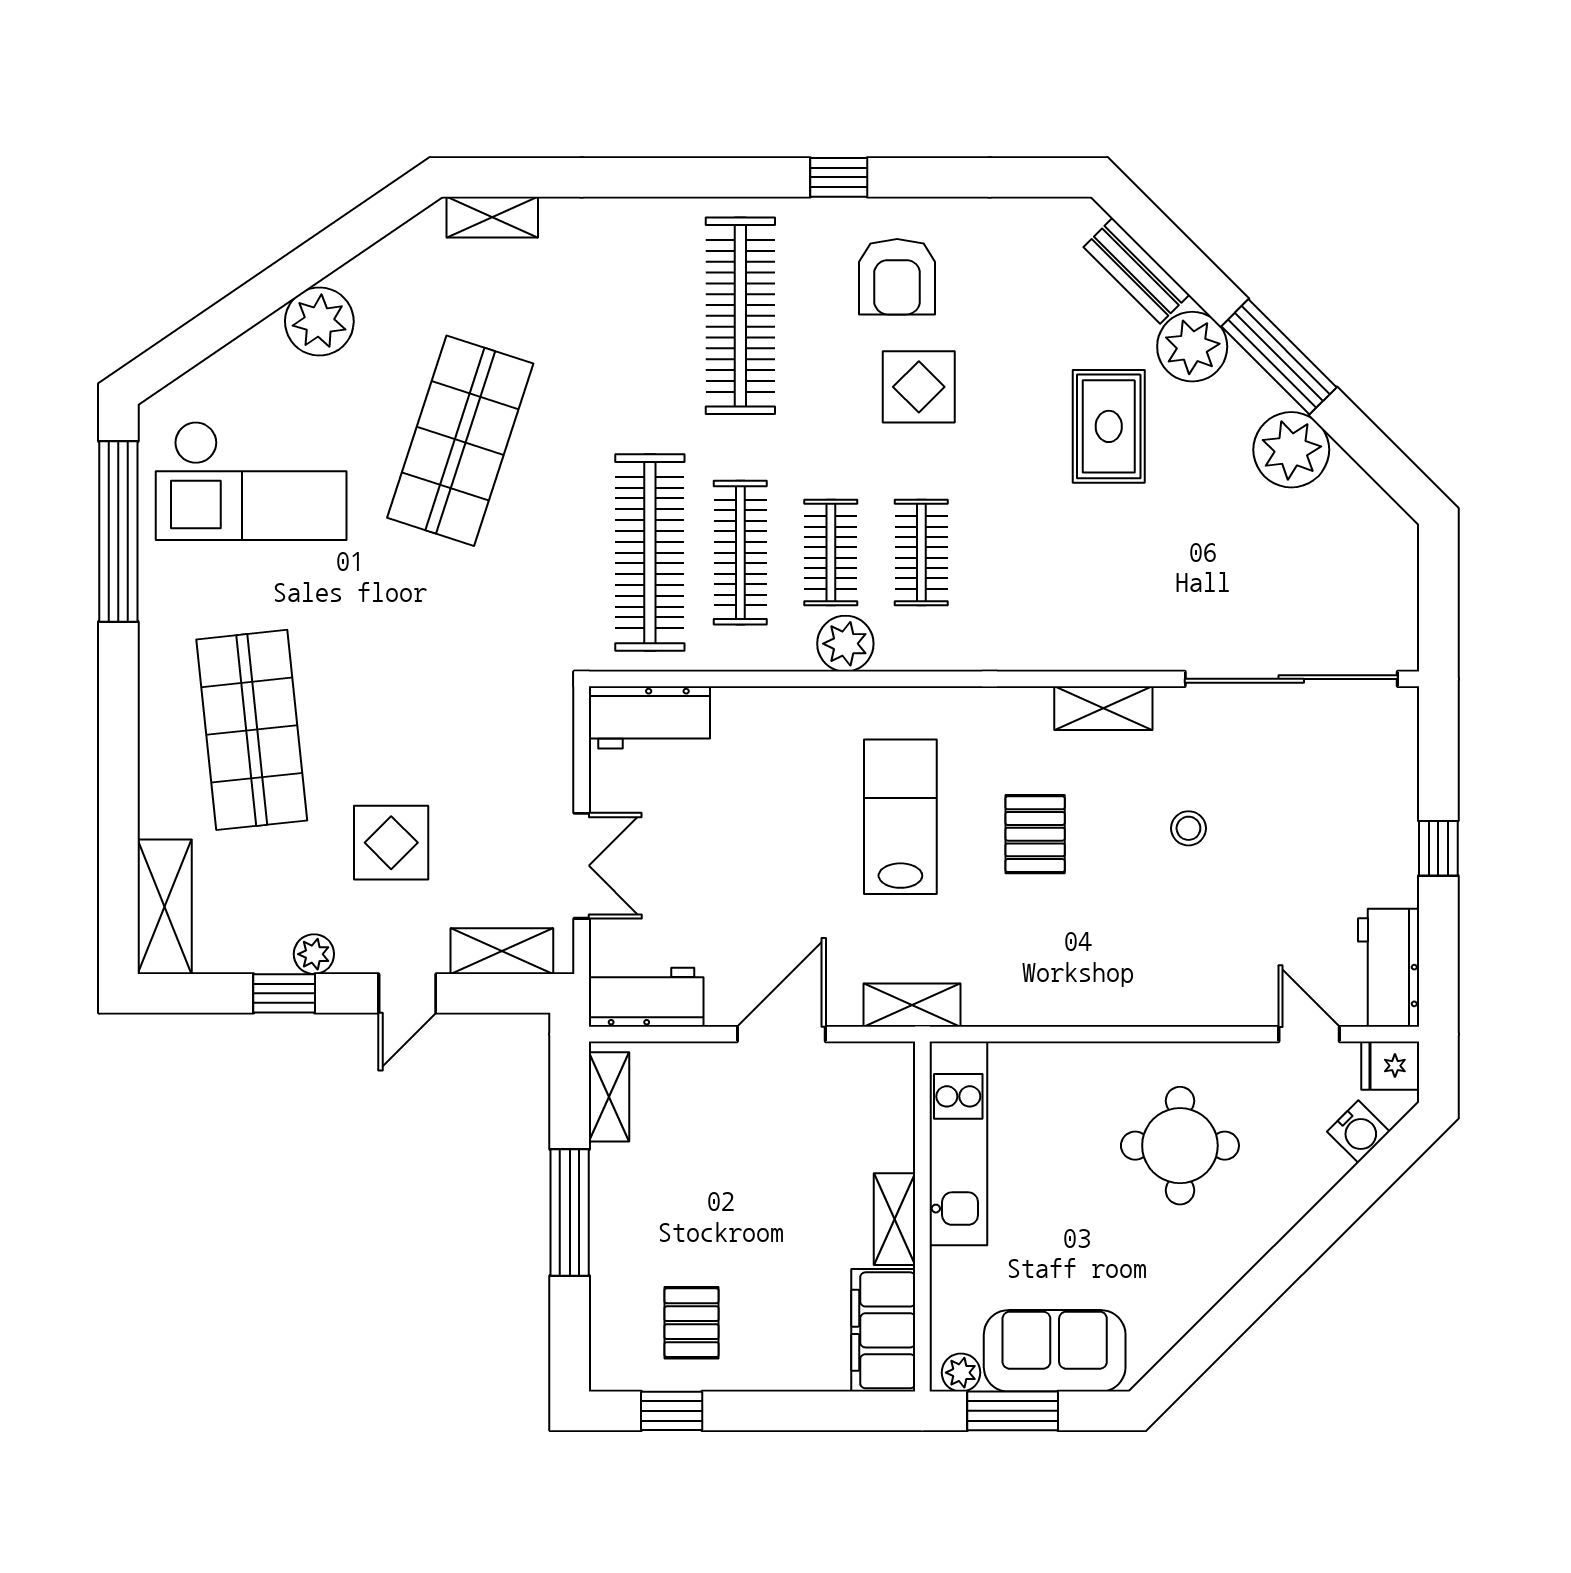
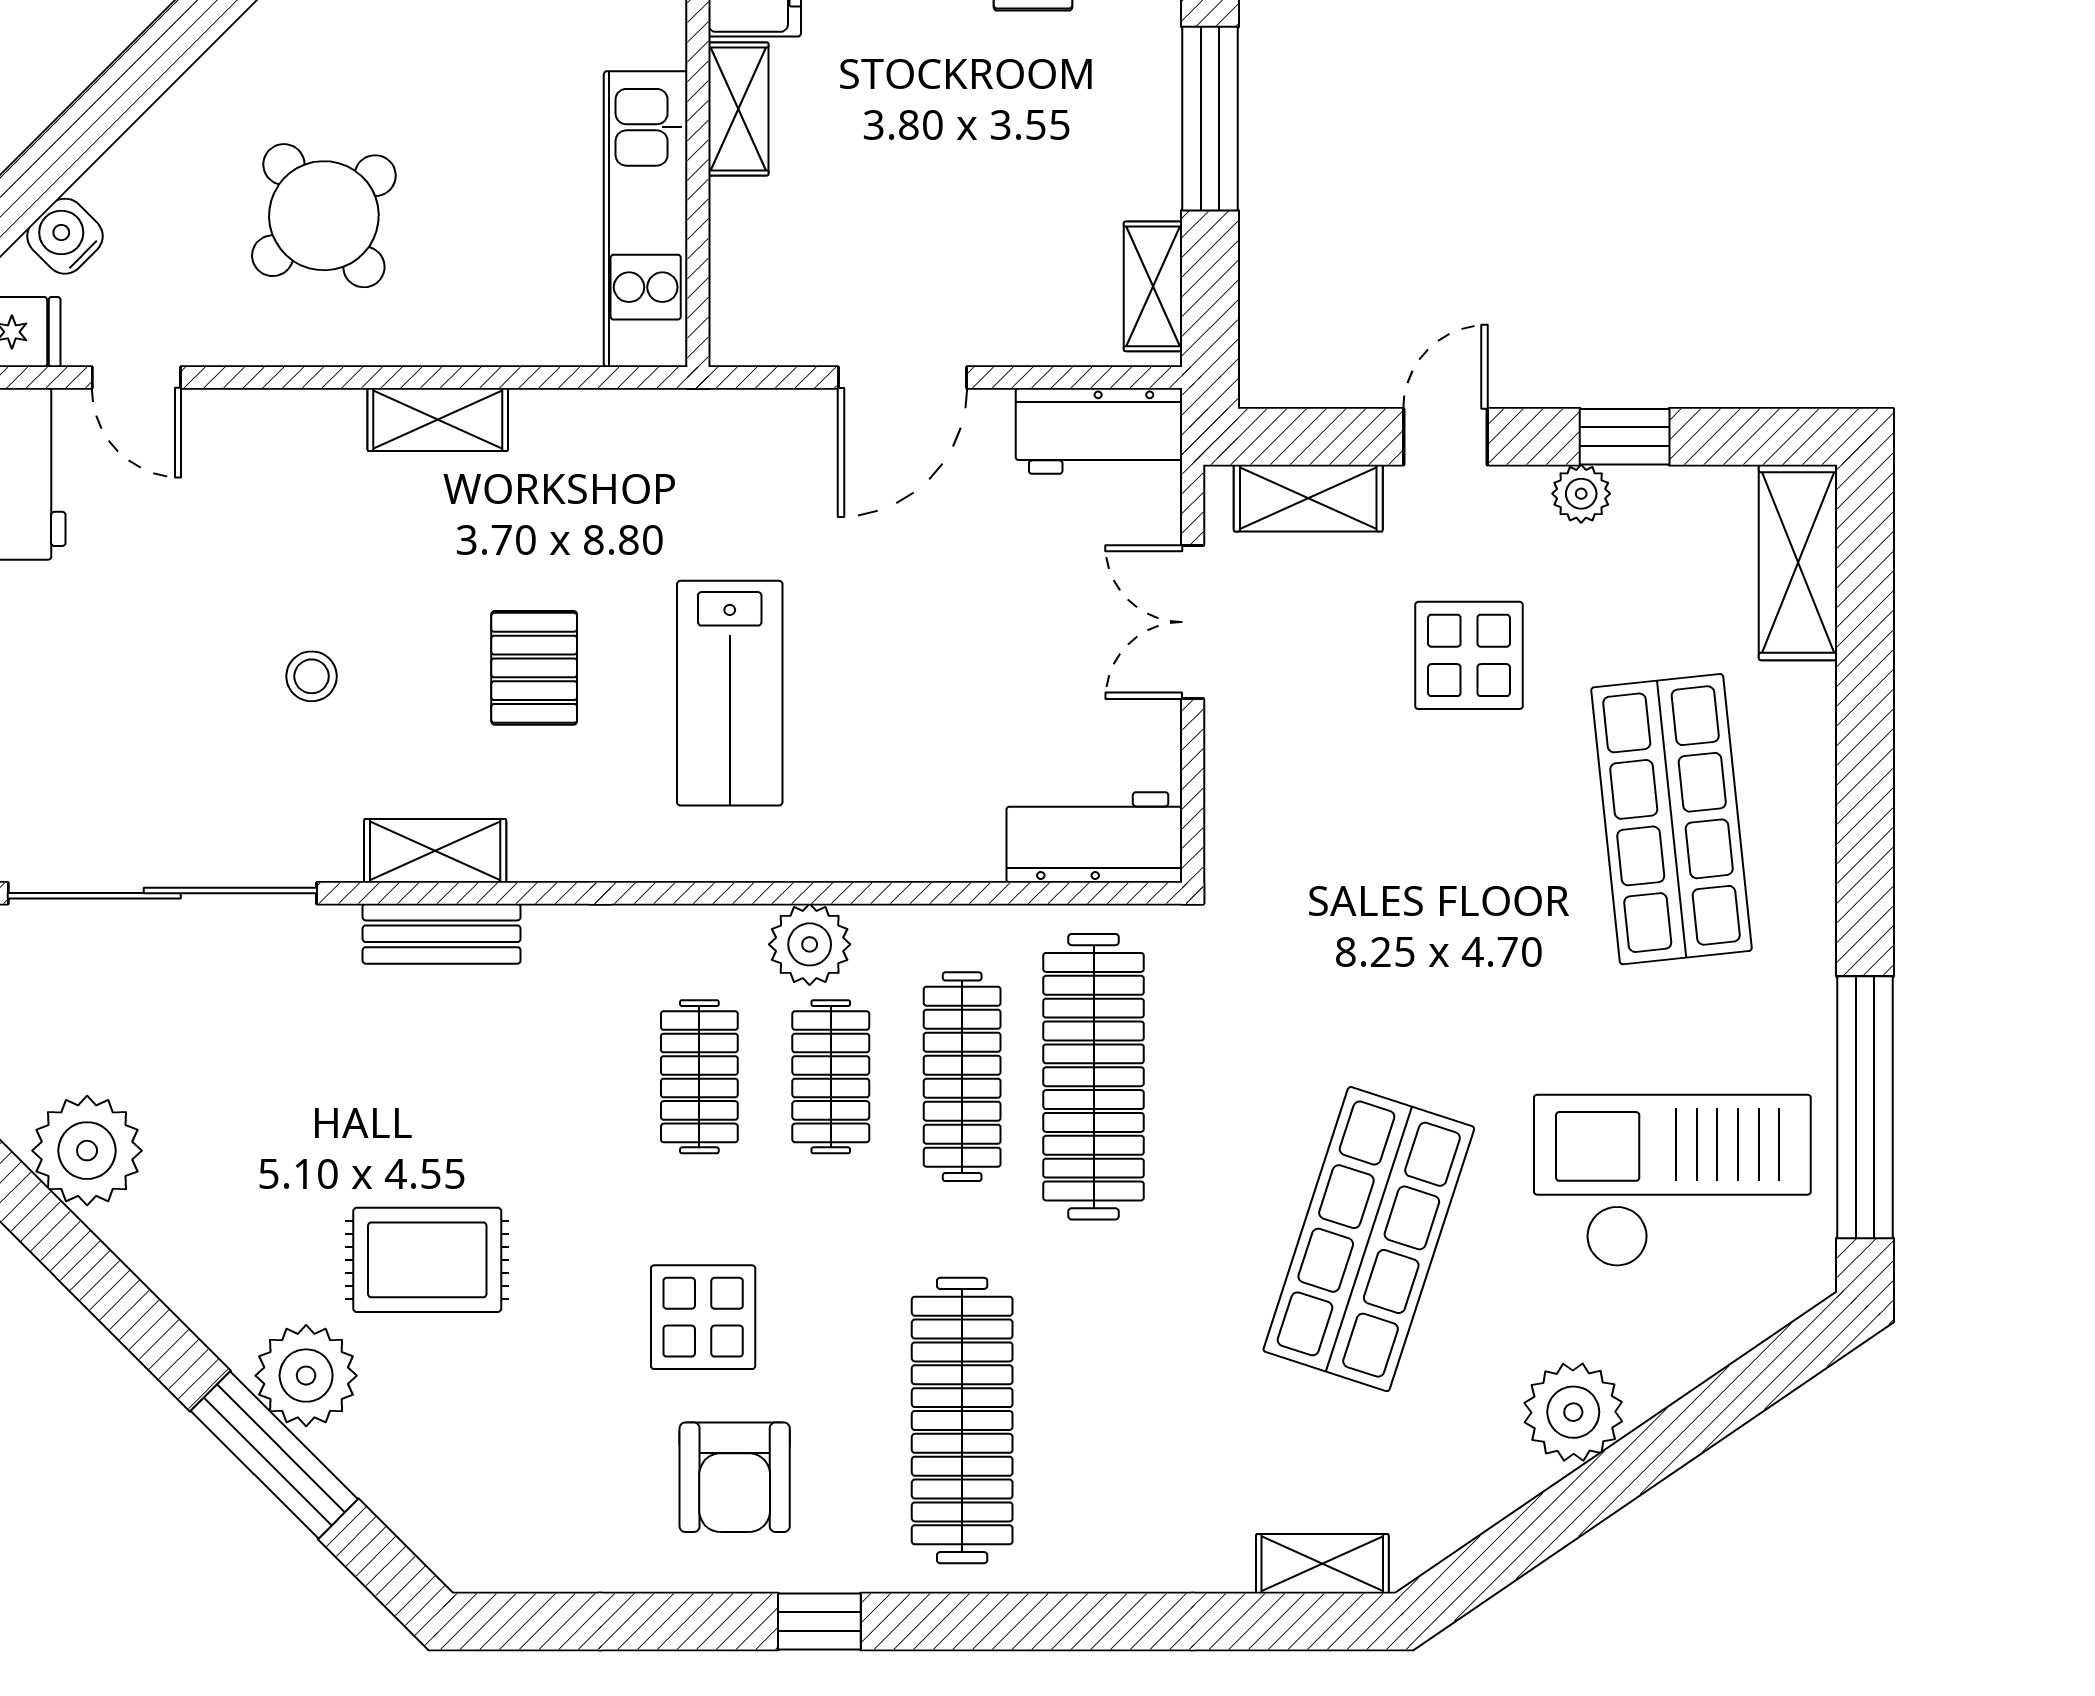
bench: (1136, 271) -> (442, 934), moved, turned -45
armchair: (897, 277) -> (735, 1477), turned 180
window: (1279, 357) -> (274, 1455), moved
rug: (1109, 426) -> (427, 1260), turned 90
plant: (1291, 450) -> (87, 1151), moved
shelving: (912, 1005) -> (438, 420), moved
round table: (1180, 1146) -> (324, 216), turned -38

